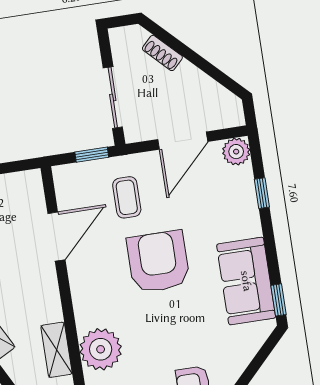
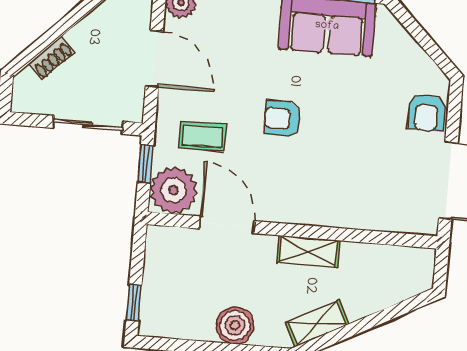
armchair: (158, 262) -> (282, 119), width x0.53, depth x0.53
plant: (101, 349) -> (174, 190), moved
shelving: (57, 350) -> (308, 251), moved

